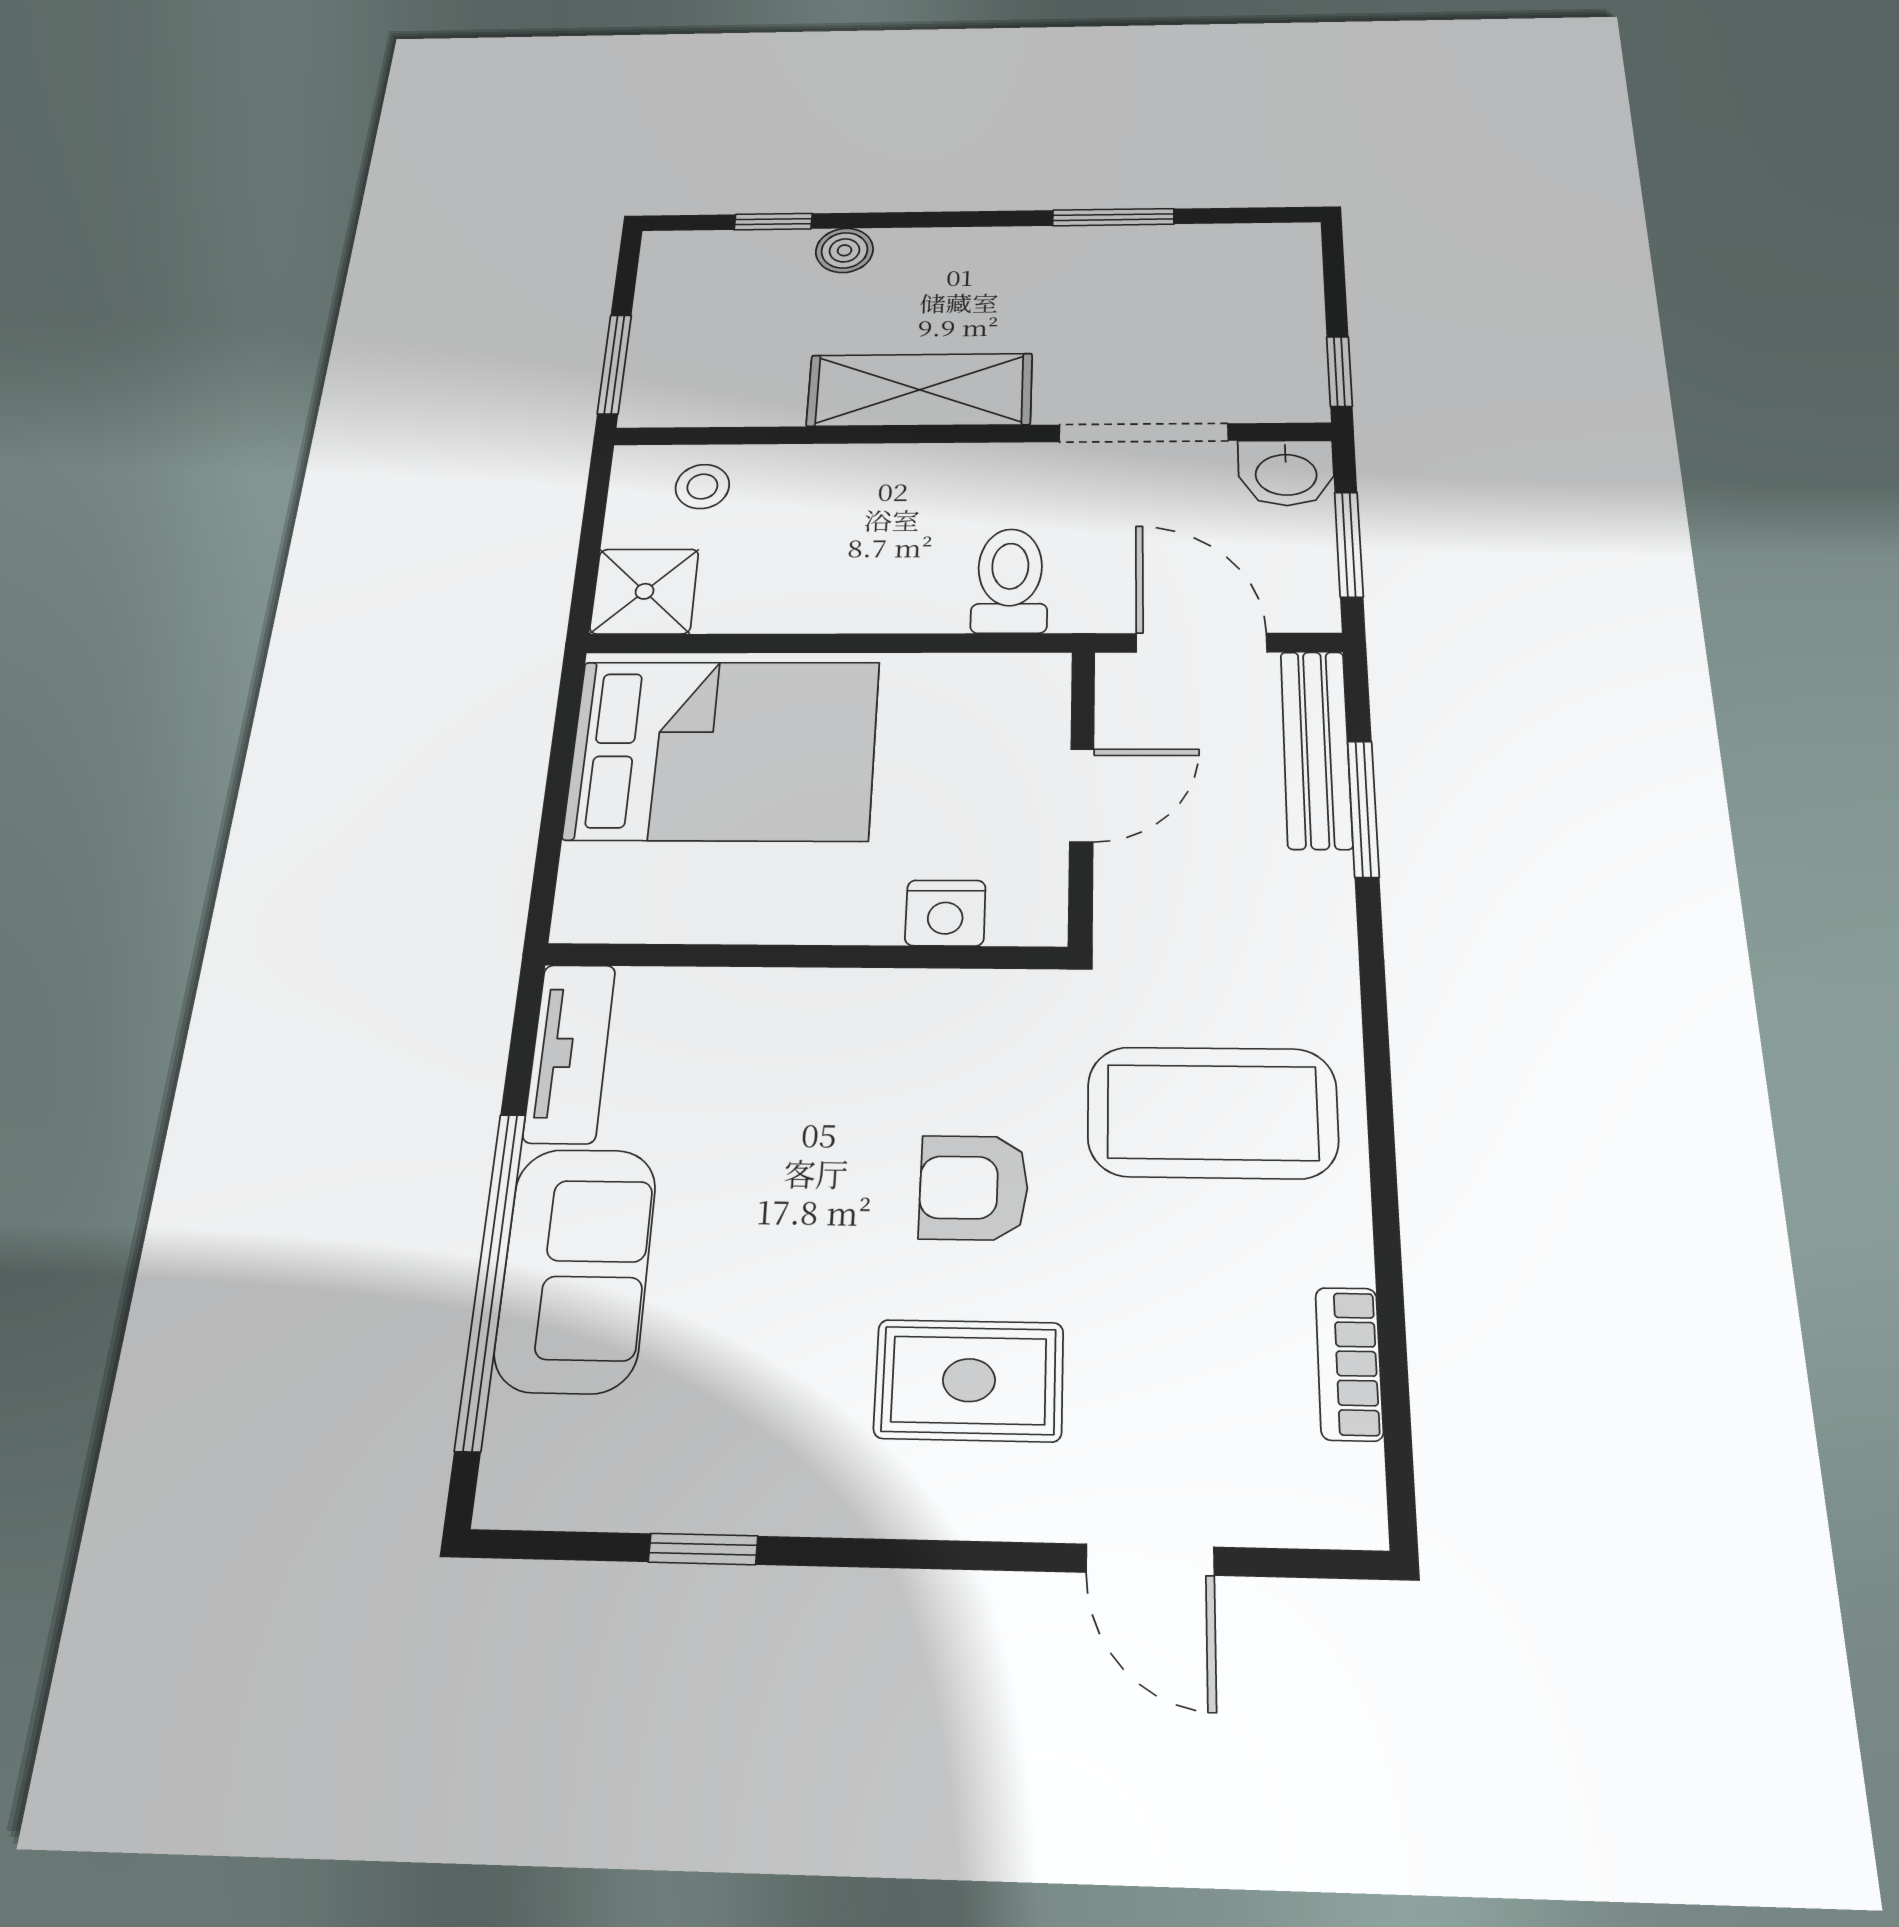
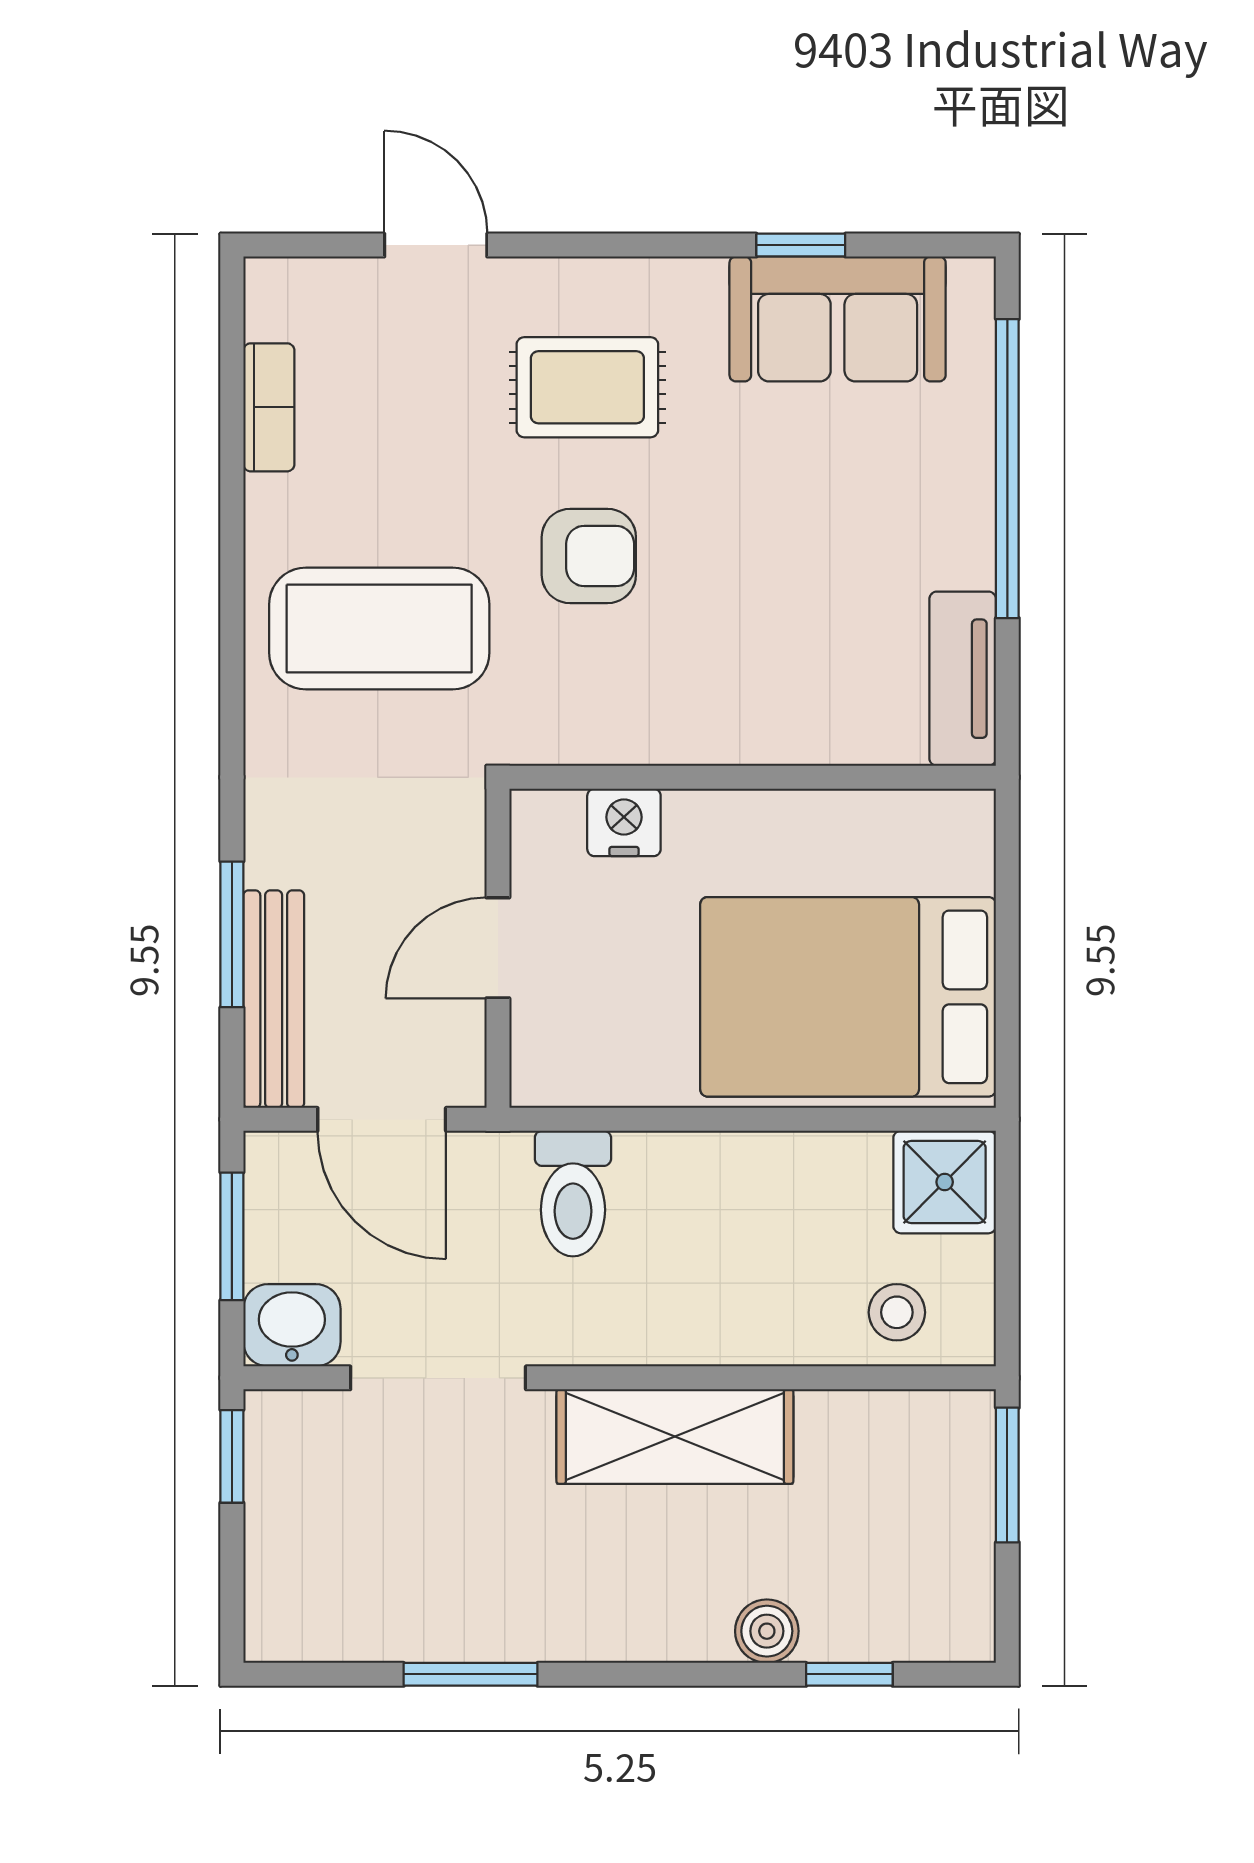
sofa: (576, 1269) -> (838, 319), moved, turned -90

